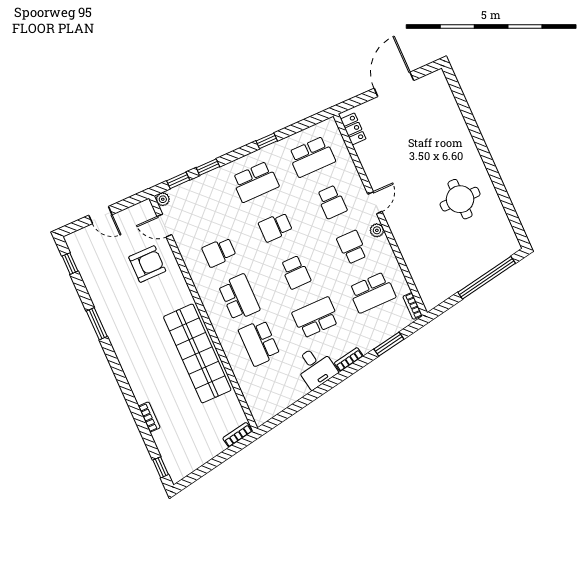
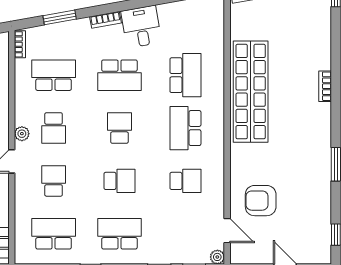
bookcase: (149, 417) -> (325, 86), moved

